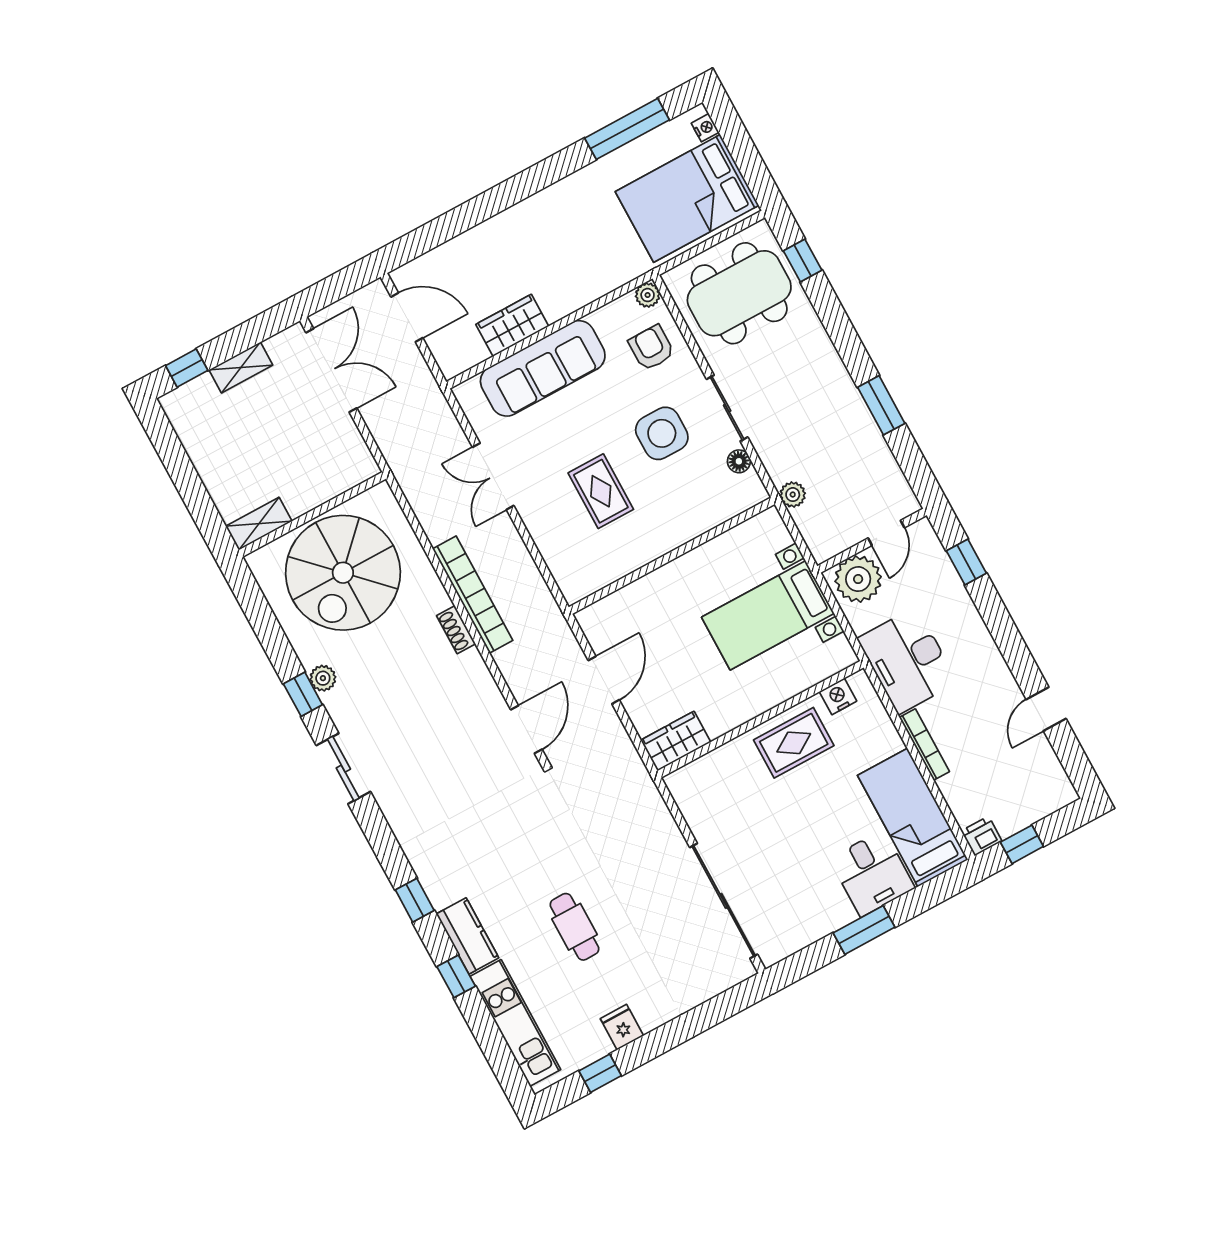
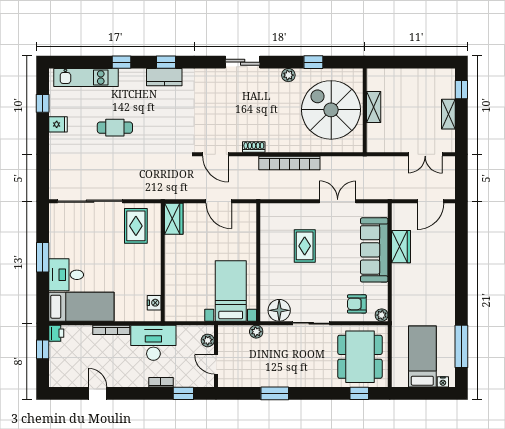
bed: (687, 198) -> (422, 356), width x0.67
armchair: (651, 348) -> (357, 304), turned 180
double door: (331, 370) -> (425, 154), width x0.73
side table: (662, 433) -> (316, 288), removed
floor lamp: (739, 461) -> (279, 310), width x1.89, depth x1.89
rug: (601, 491) -> (305, 246), turned 90
shelving: (259, 524) -> (374, 107), moved
plant: (858, 579) -> (208, 340), width x0.53, depth x0.53
bookcase: (968, 611) -> (161, 382), added
bed with nightstands: (768, 615) -> (231, 291), moved
shoe rack: (456, 630) -> (254, 147), moved
window: (303, 694) -> (313, 62), moved
rug: (794, 743) -> (136, 226), moved
kitchen counter: (468, 936) -> (164, 77), moved

